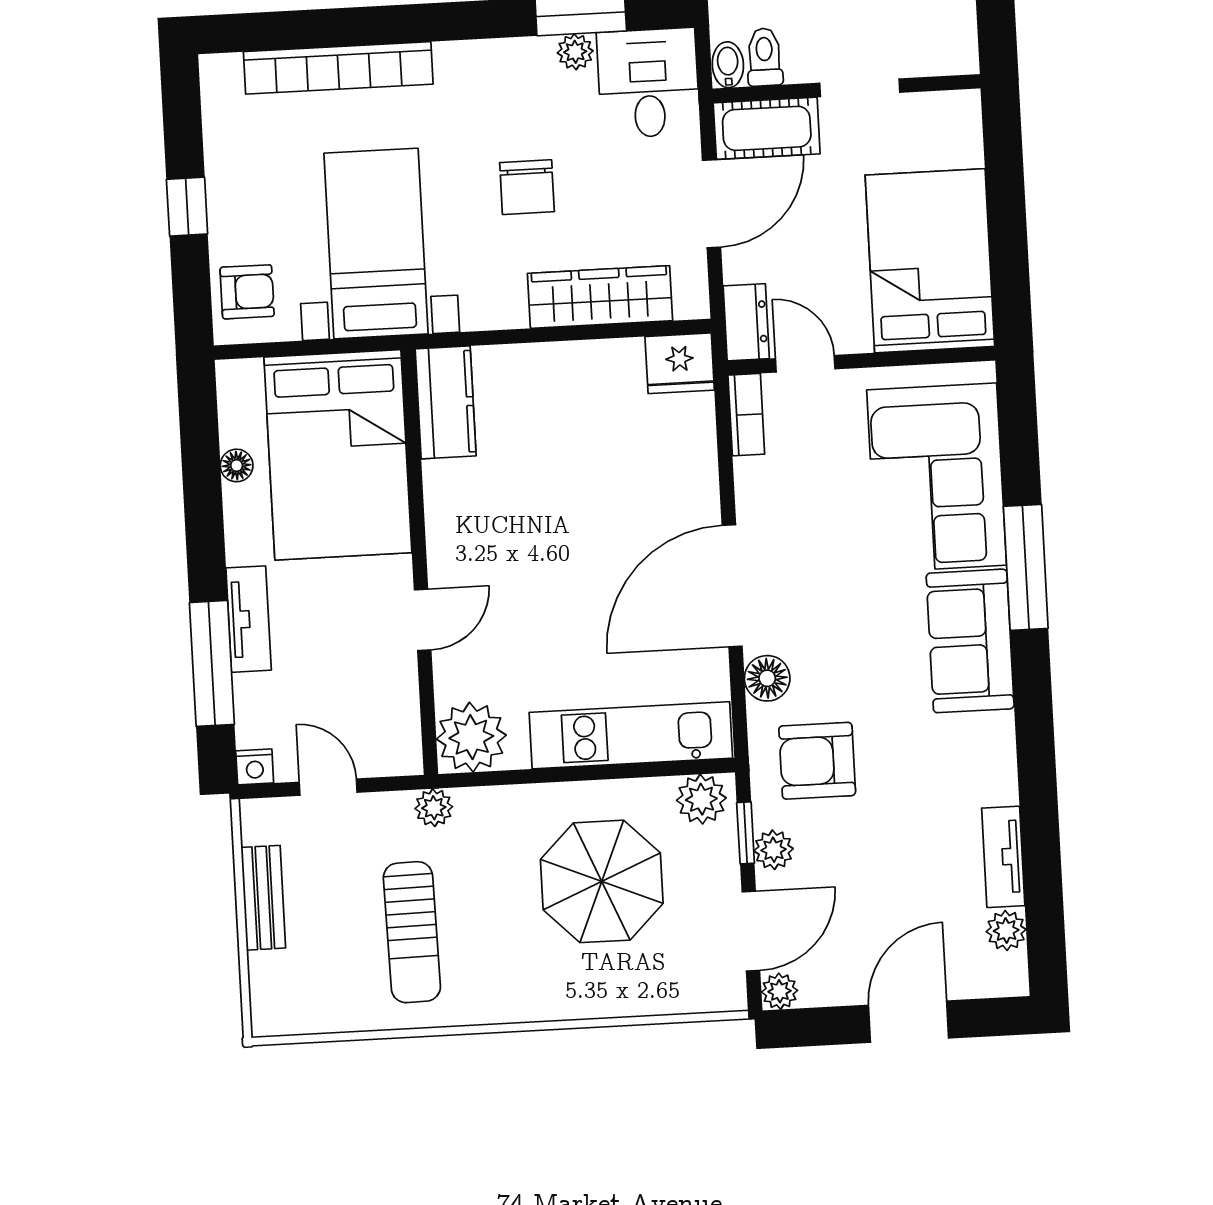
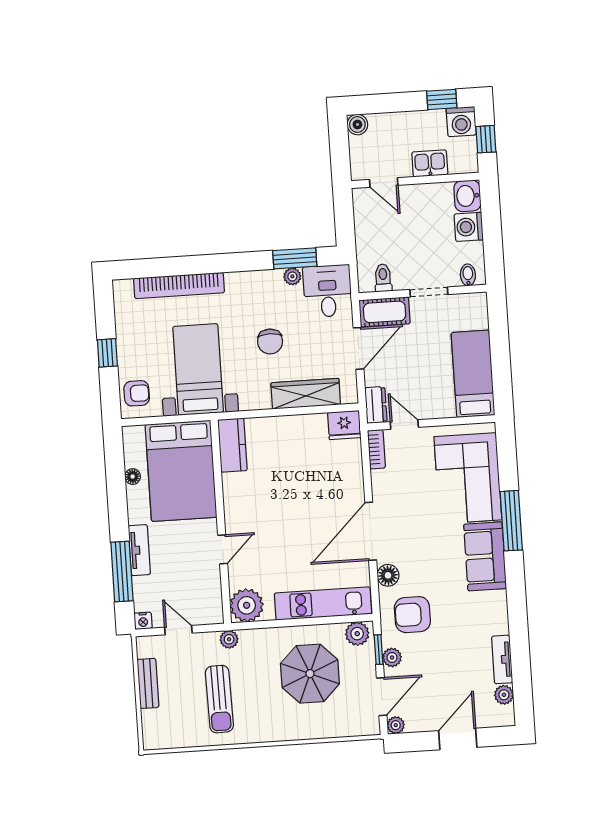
bidet: (728, 65) -> (468, 275), moved
bed: (930, 261) -> (473, 374), width x0.67

